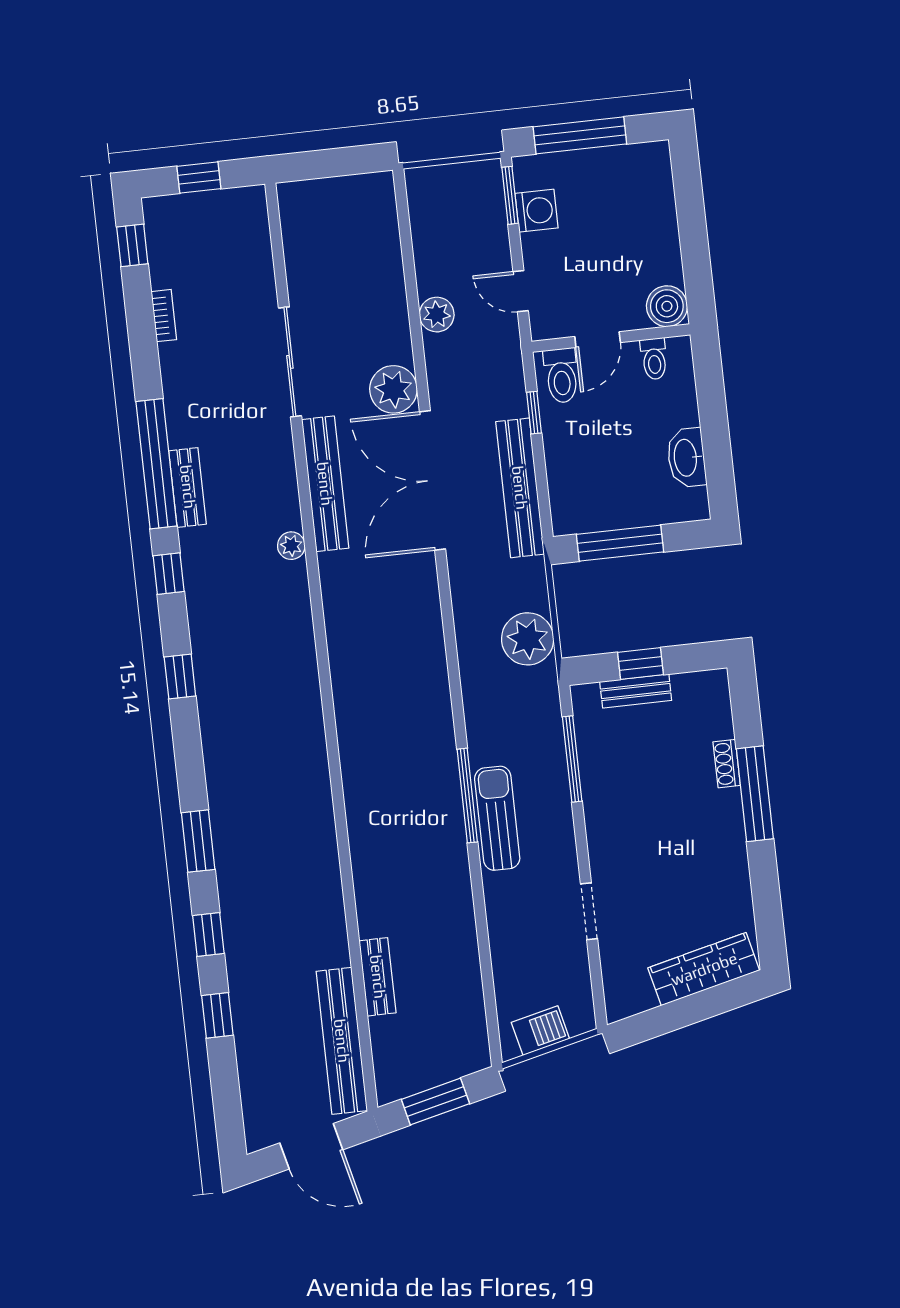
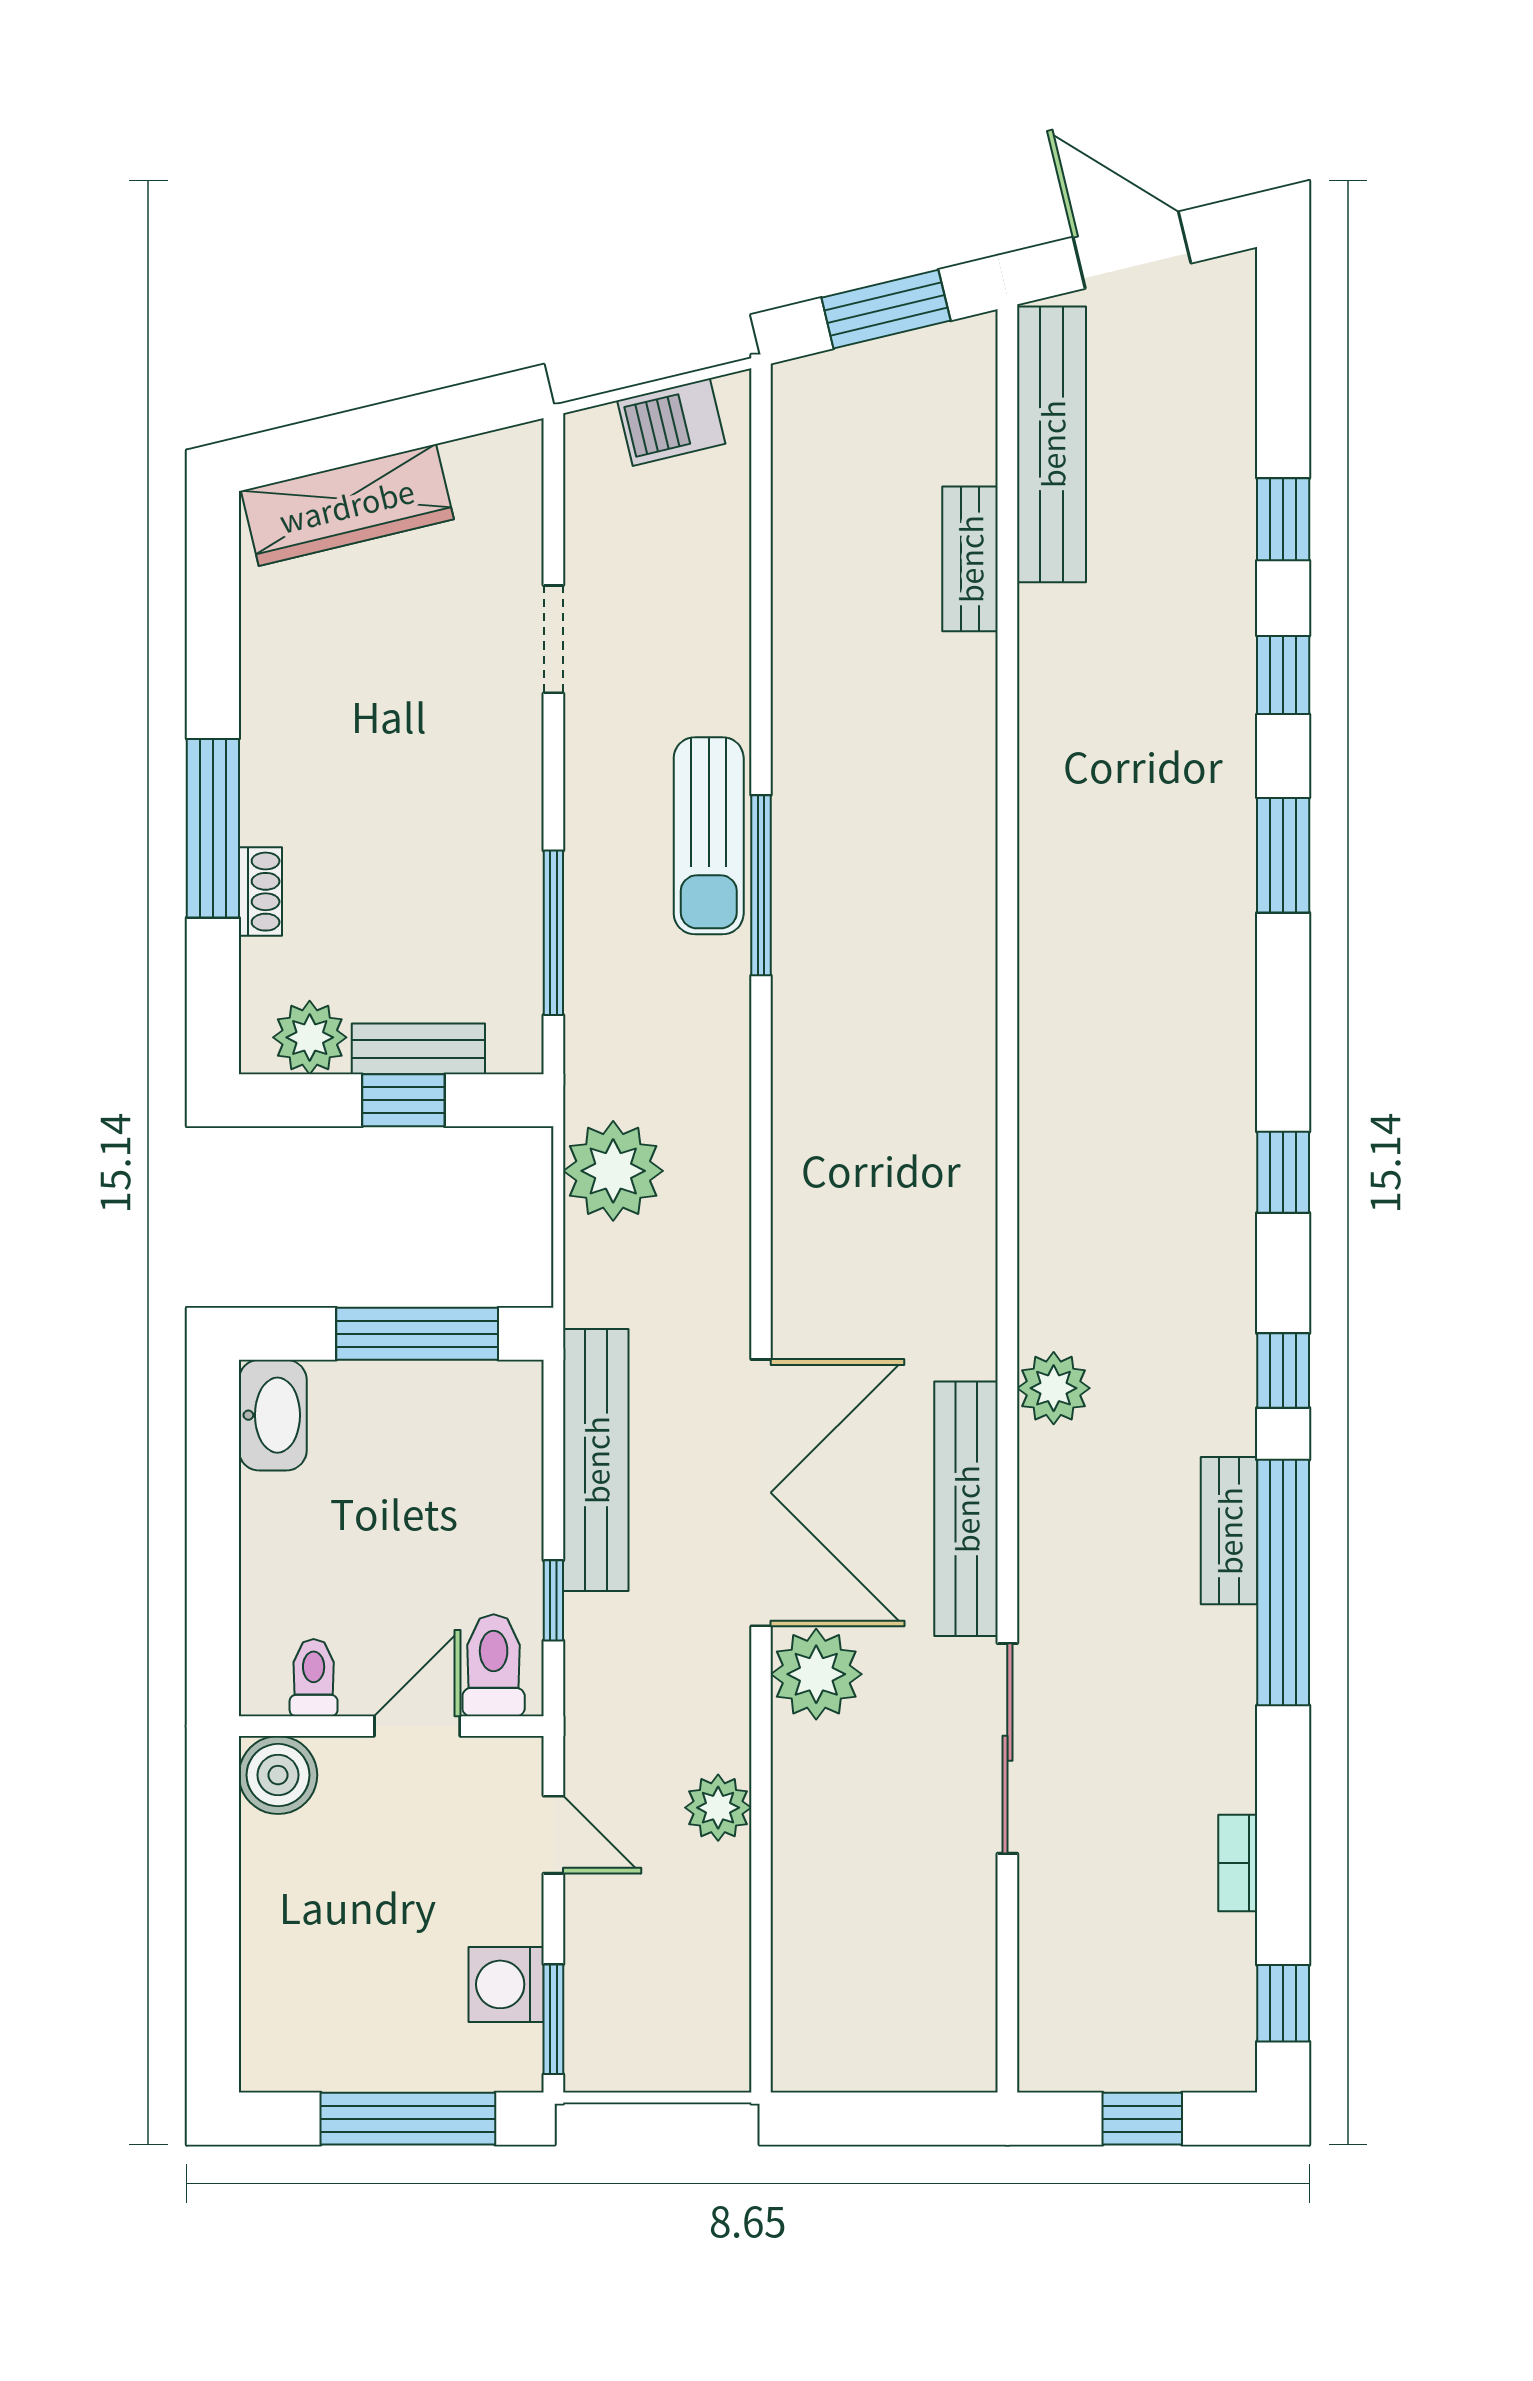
washbasin: (686, 458) -> (273, 1415), moved
plant: (291, 546) -> (1054, 1388), width x1.38, depth x1.38
plant: (693, 691) -> (310, 1037), added

